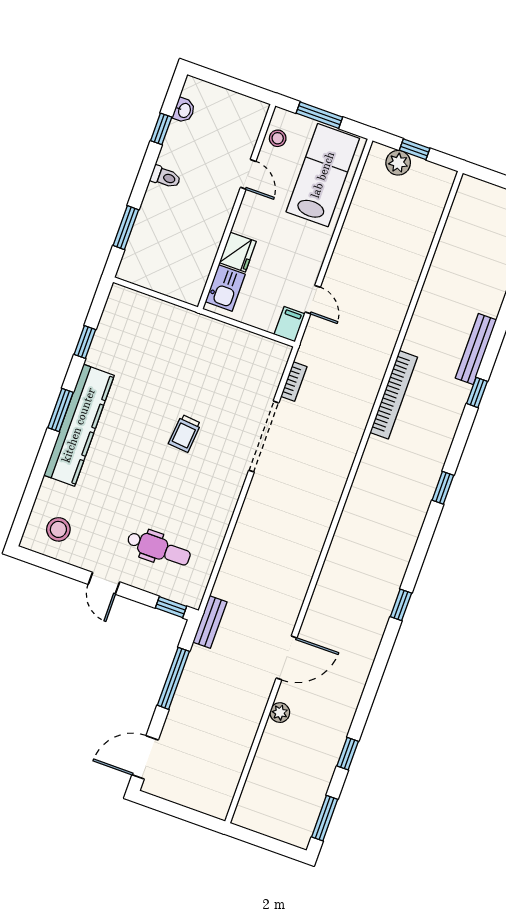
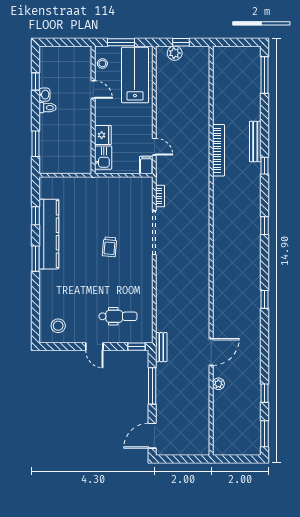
washbasin: (184, 110) -> (44, 95), moved
bookcase: (394, 395) -> (218, 150), moved
kitchen counter: (79, 425) -> (49, 234), moved

